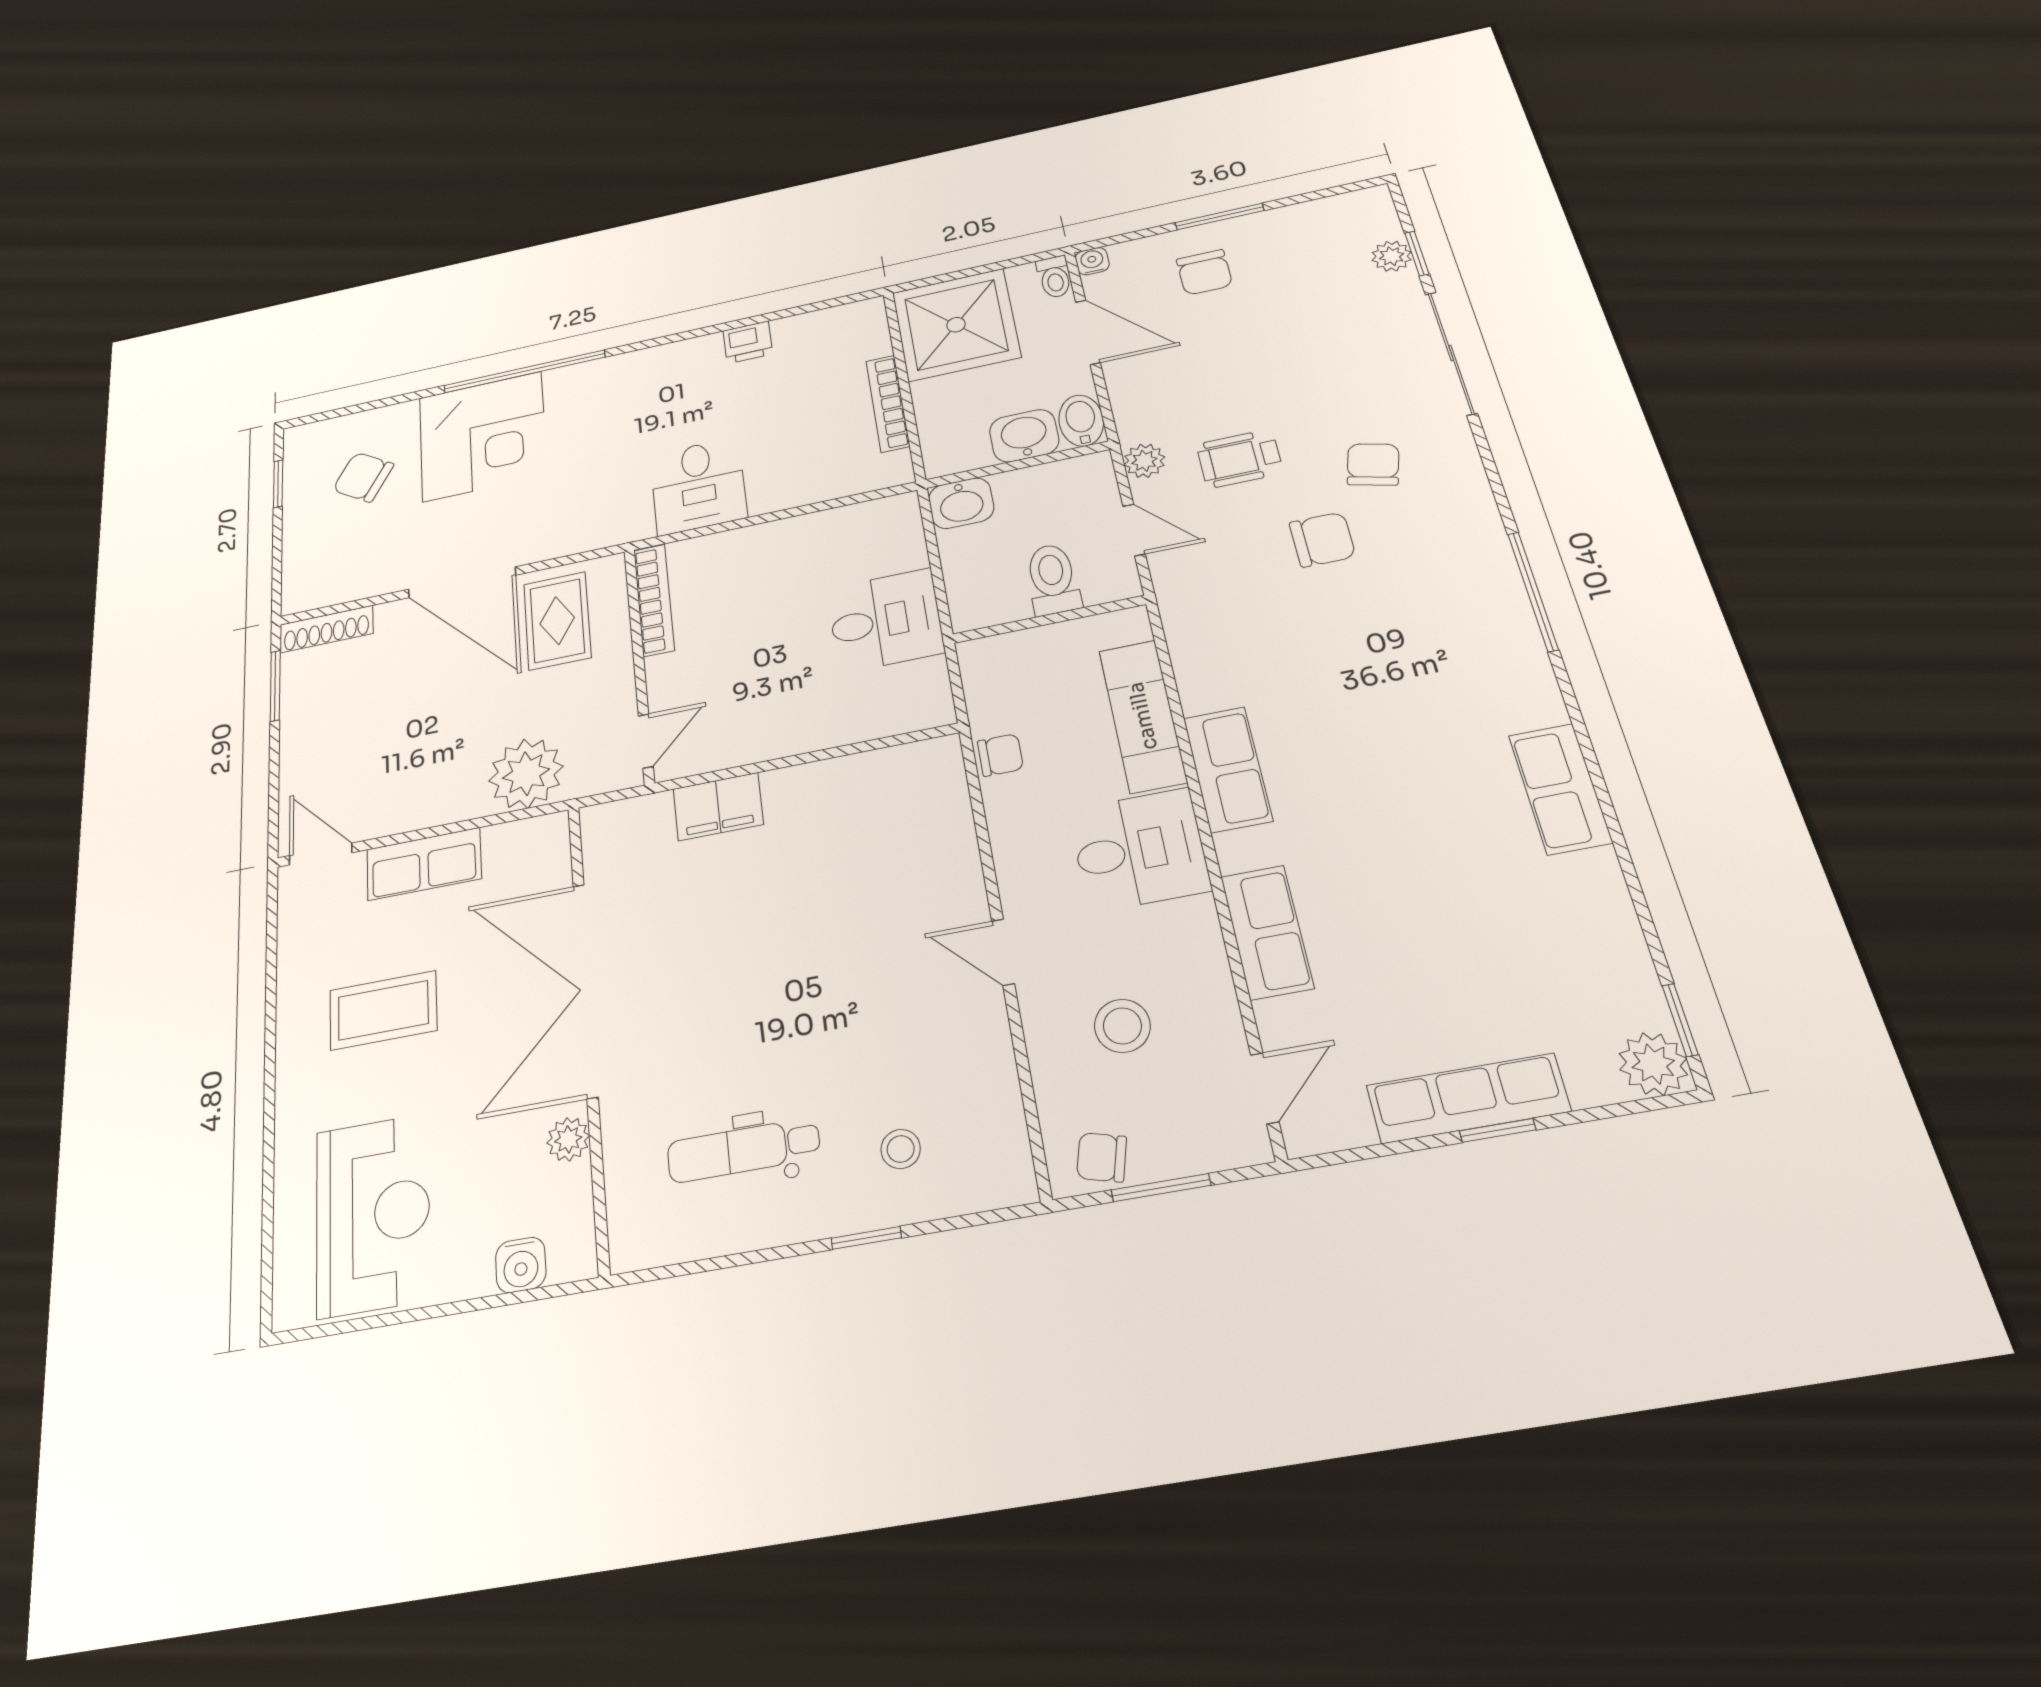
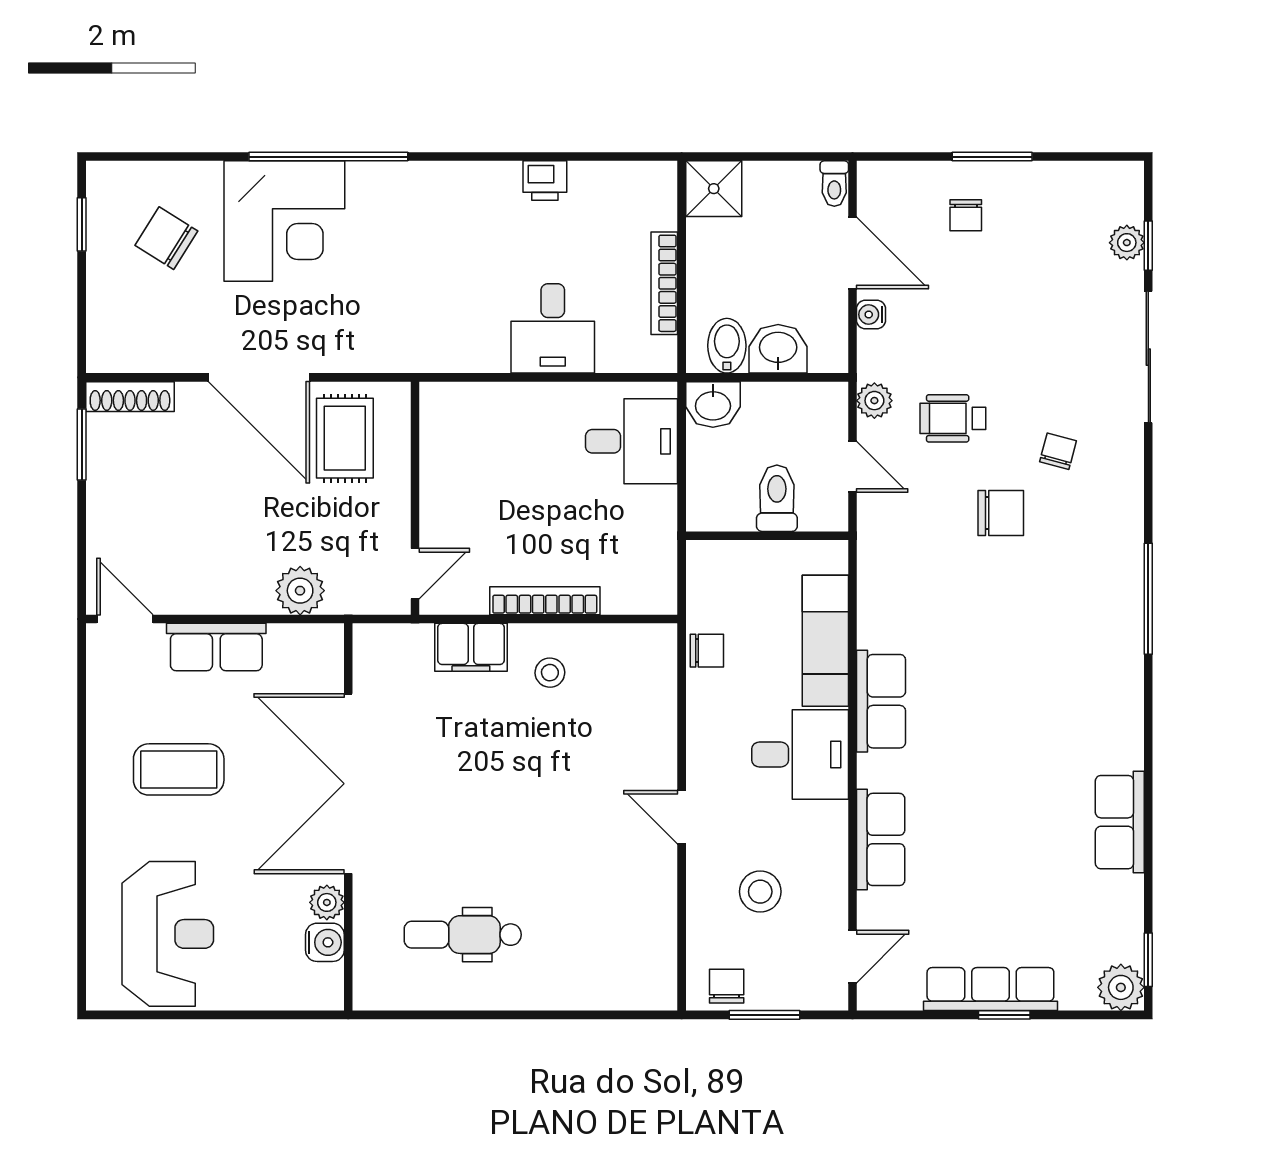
water cooler: (1092, 261) -> (871, 314), moved, turned -90
chair: (1204, 272) -> (966, 215), width x0.73, depth x0.73
shower: (956, 325) -> (714, 189), width x0.54, depth x0.54
bidet: (1081, 421) -> (727, 346), moved
chair: (1373, 464) -> (1058, 451), width x0.73, depth x0.73
desk: (698, 486) -> (553, 328), moved
bookcase: (654, 600) -> (545, 601), moved, turned -90
desk: (885, 621) -> (632, 441), moved
plant: (526, 774) -> (300, 591), width x0.73, depth x0.73
row of seats: (1560, 789) -> (1120, 822), moved
stool: (901, 1149) -> (550, 673), moved
chair: (1102, 1157) -> (727, 986), turned 75
window: (866, 1238) -> (547, 1015), removed
water cooler: (521, 1265) -> (325, 942), moved, turned -90

